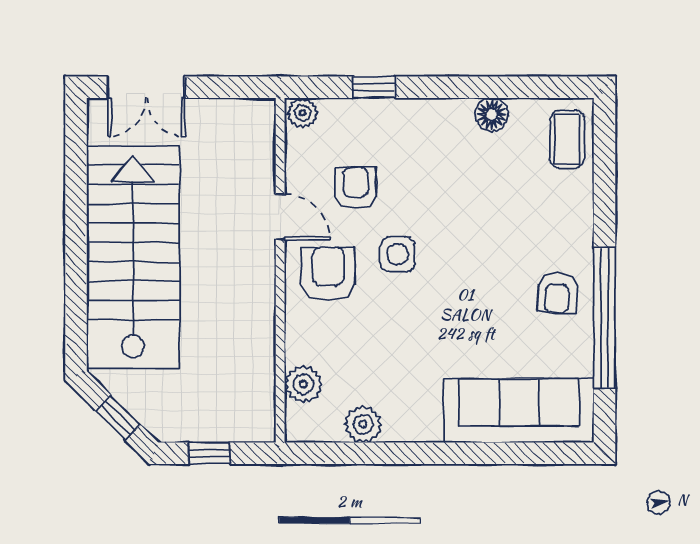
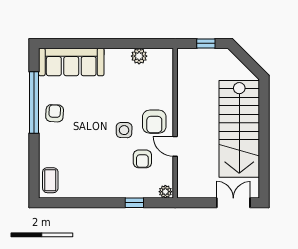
floor lamp: (492, 114) -> (83, 191), removed
plant: (303, 384) -> (165, 74), removed
window: (118, 418) -> (246, 59), removed

